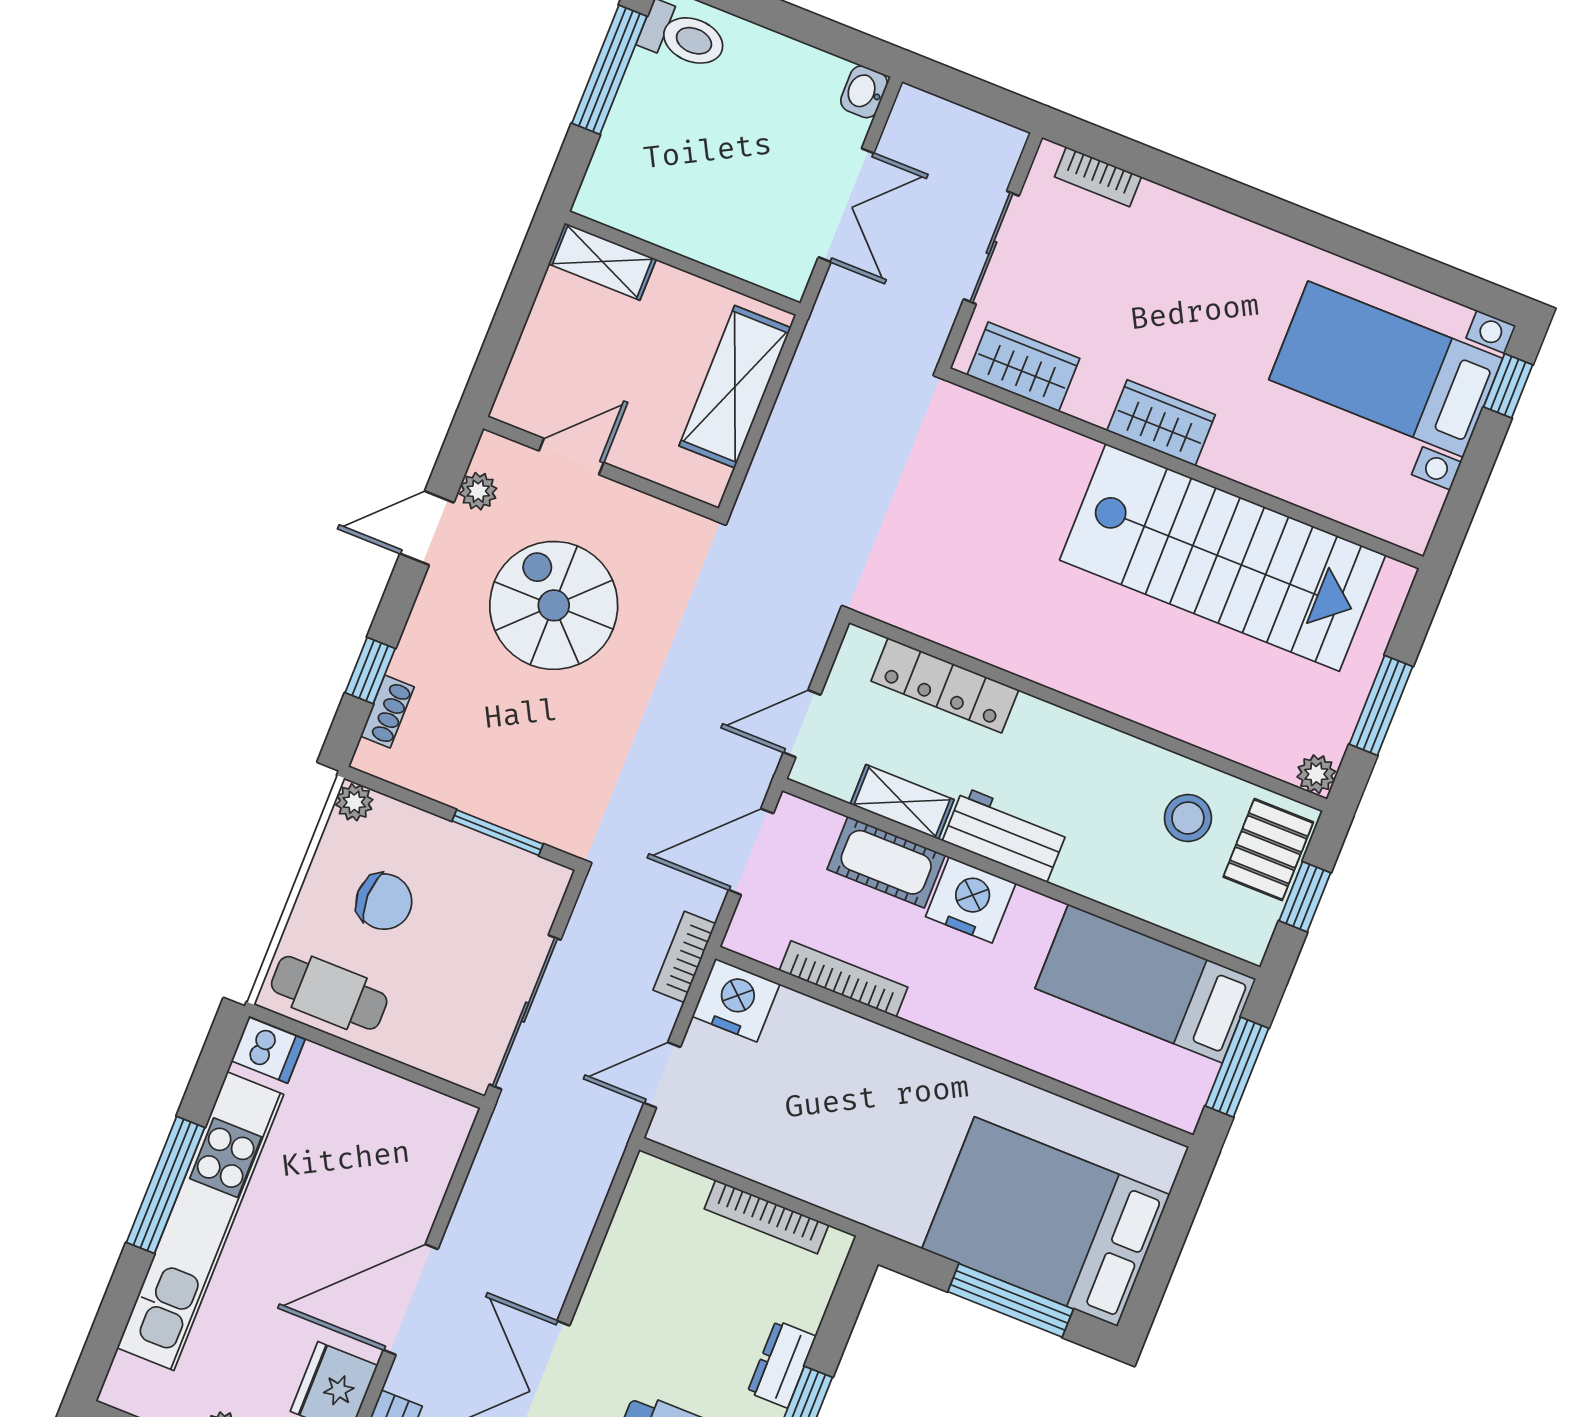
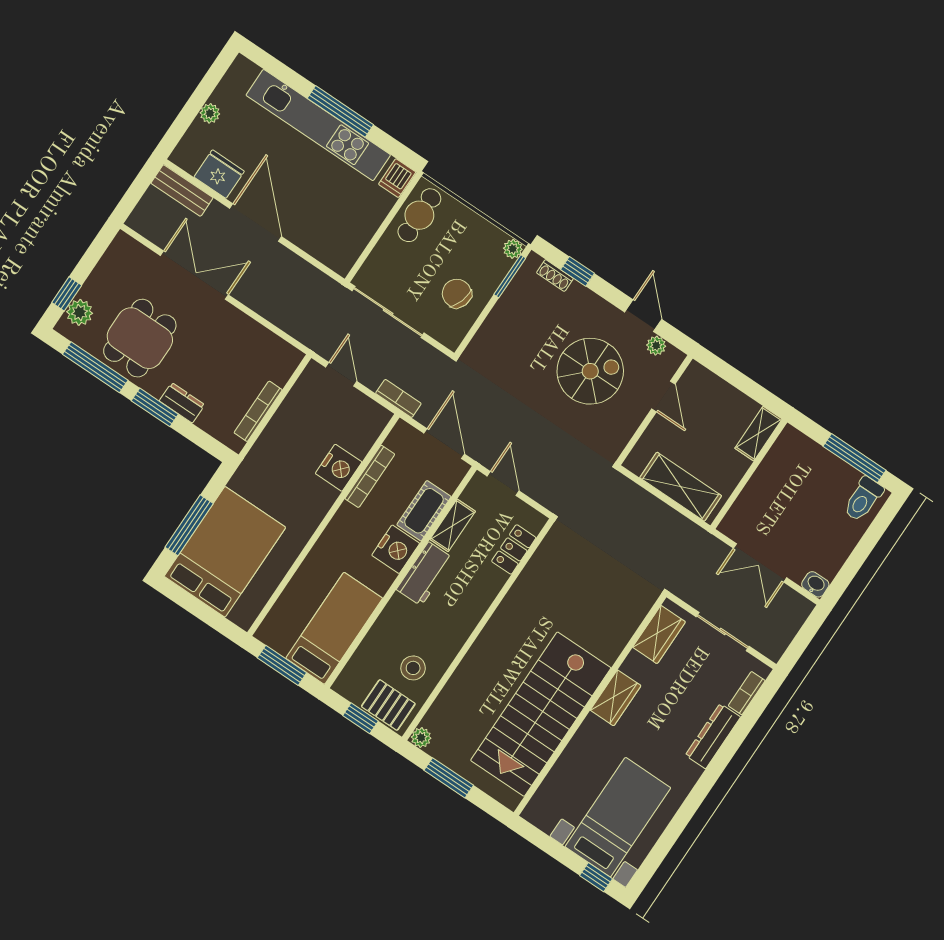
dresser: (1193, 223) -> (713, 736), added
locker: (945, 685) -> (514, 549), width x0.66
window: (498, 833) -> (510, 276), moved
chair: (384, 902) -> (457, 293), moved, turned 108
nightstand: (736, 1000) -> (339, 468), moved

